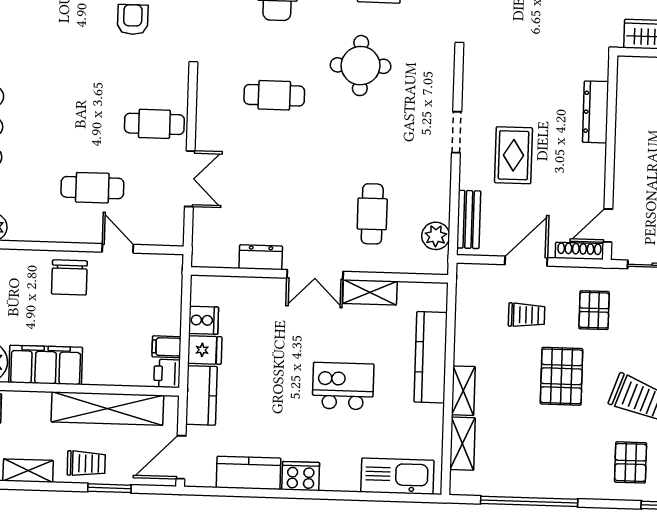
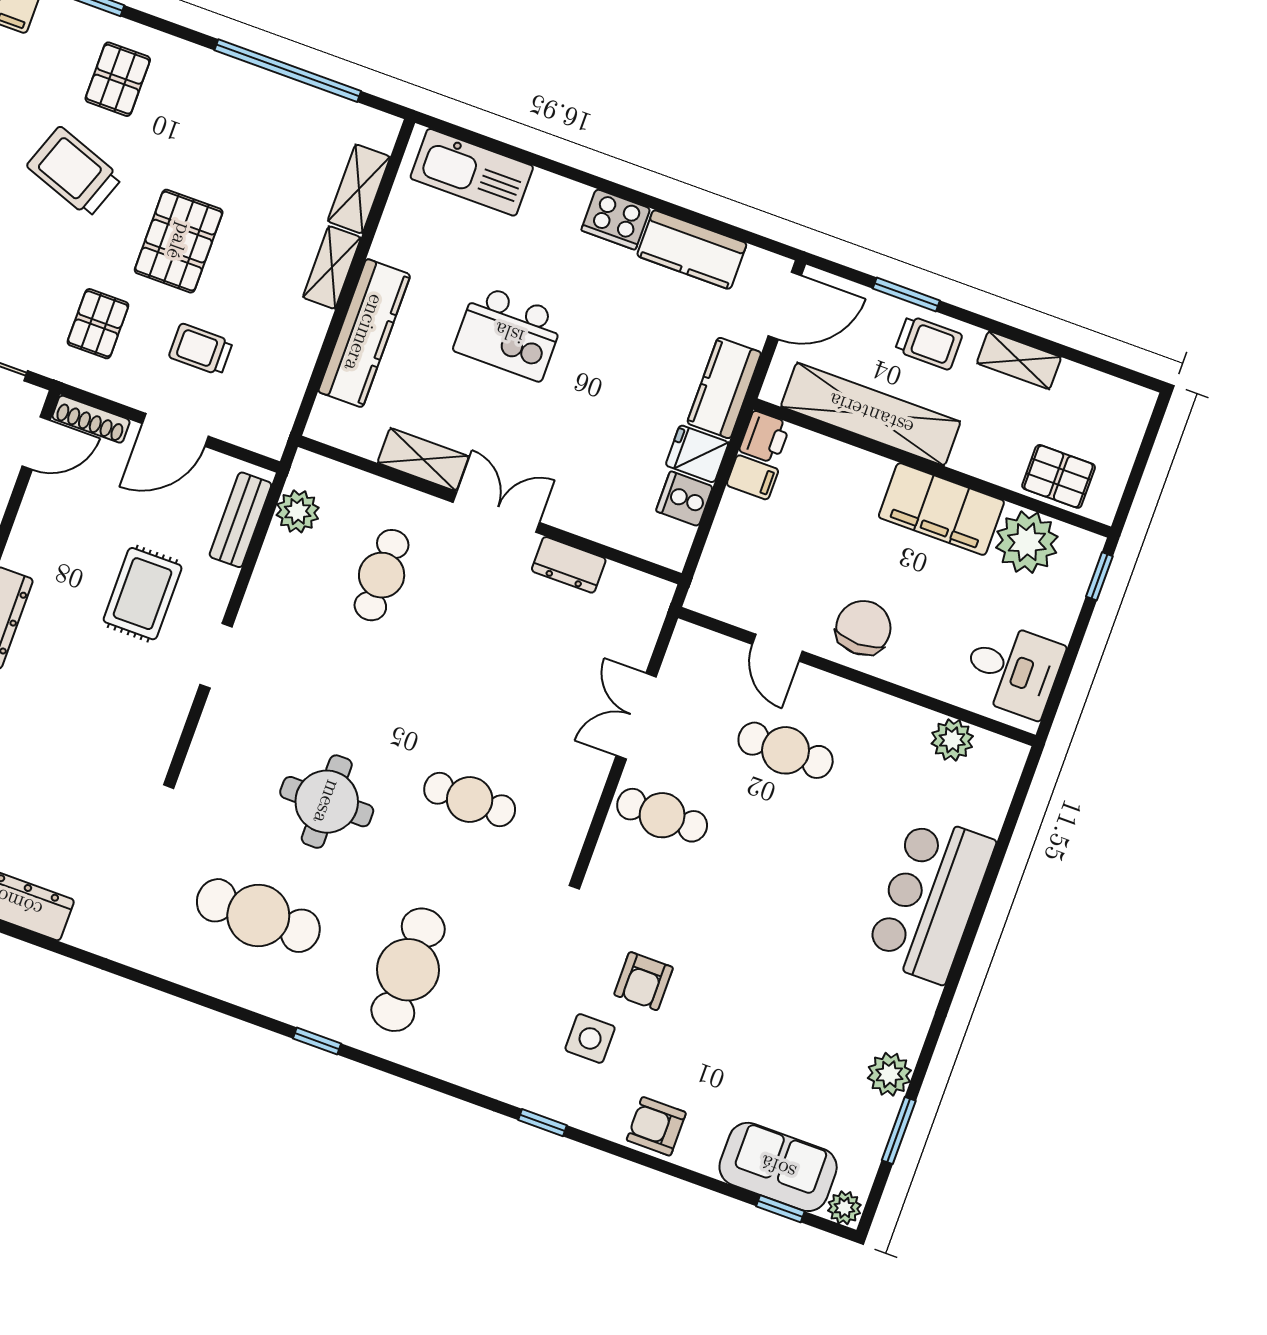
trolley: (86, 463) -> (929, 343), turned 180

